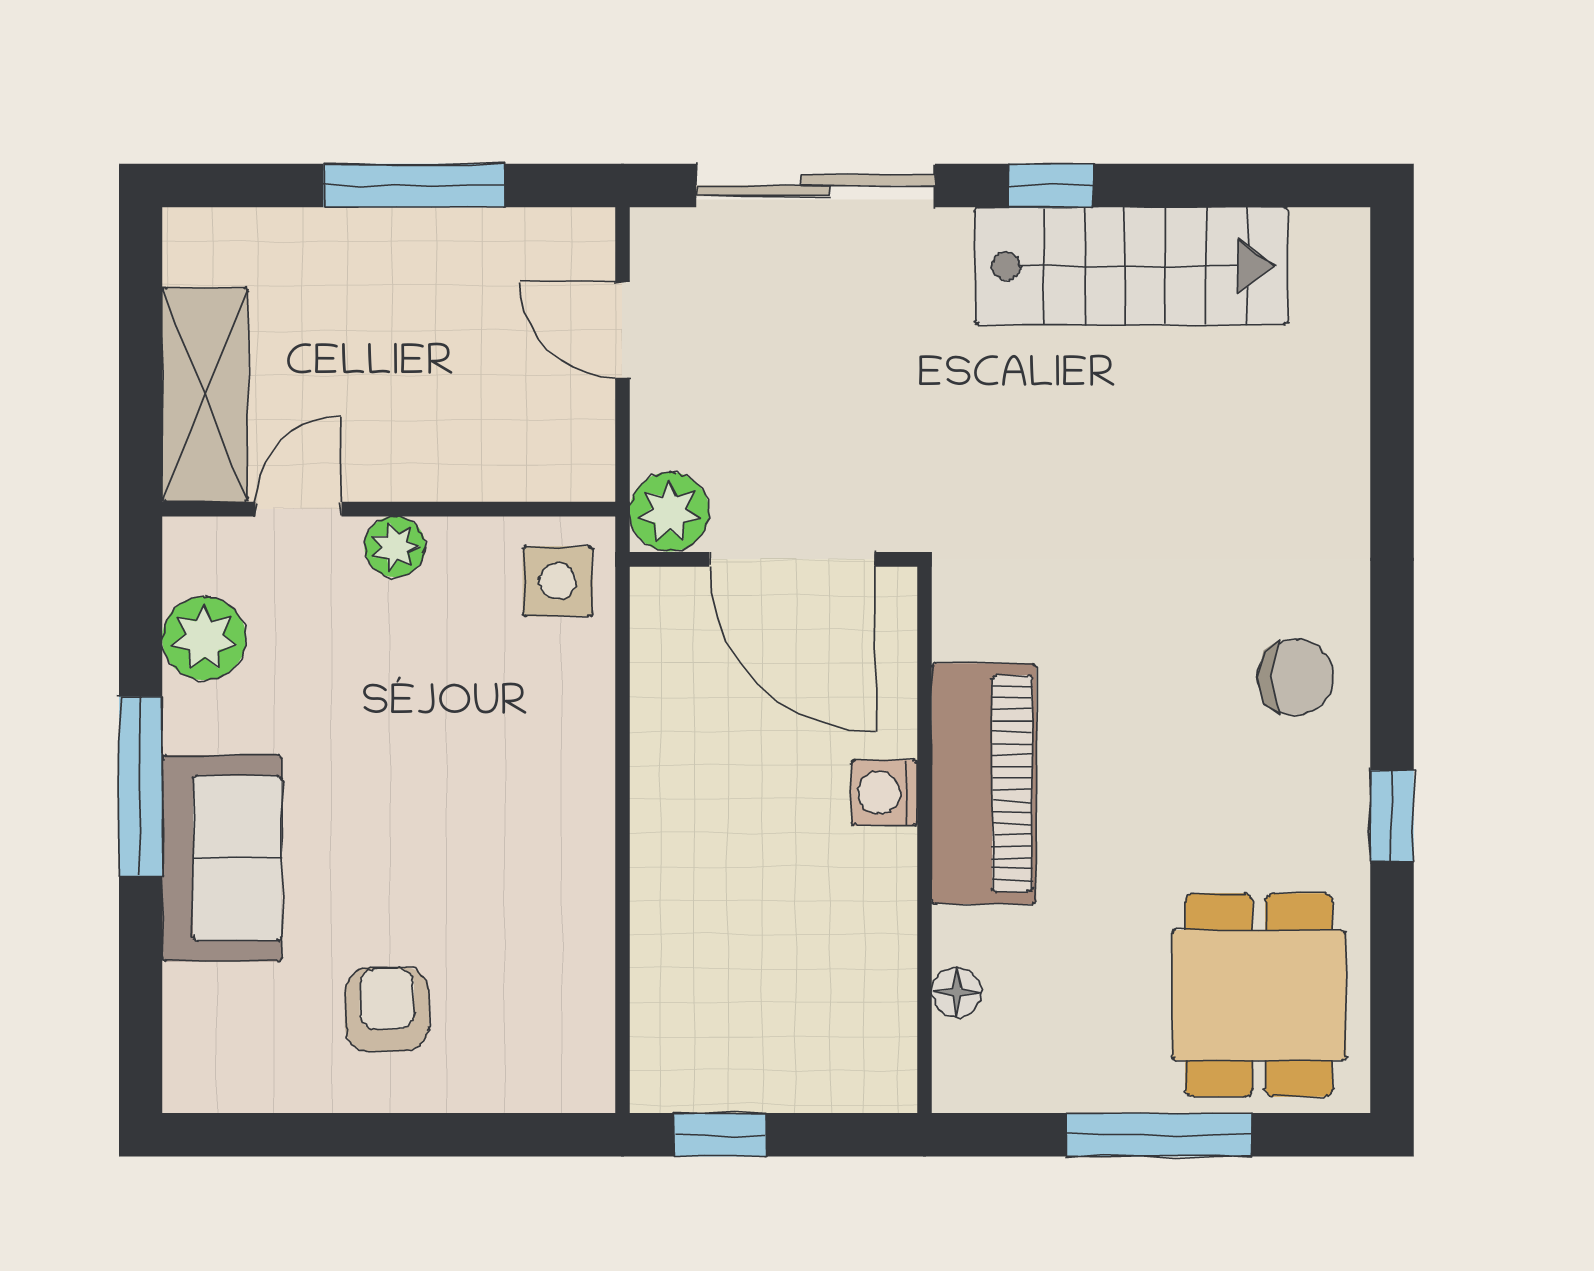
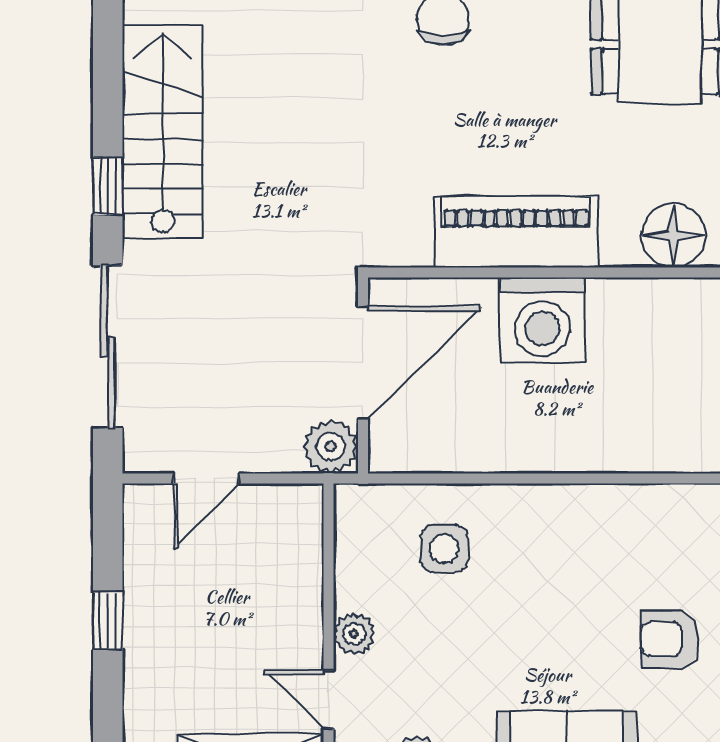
window: (414, 185) -> (108, 621), width x0.46
side table: (558, 581) -> (444, 549), moved
washing machine: (884, 793) -> (542, 320), width x1.89, depth x1.89
floor lamp: (957, 992) -> (673, 235), width x1.89, depth x1.89

